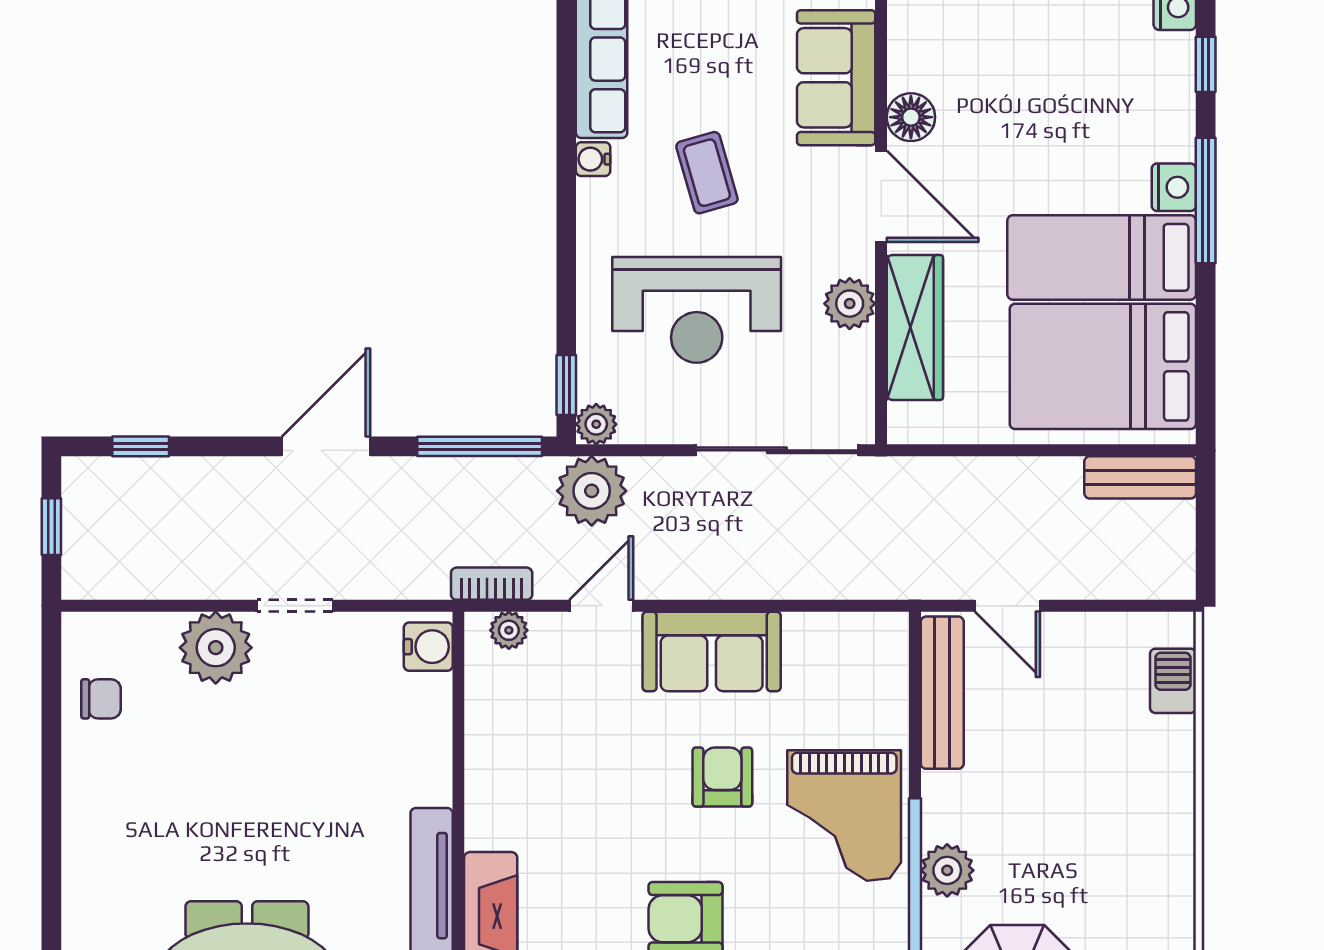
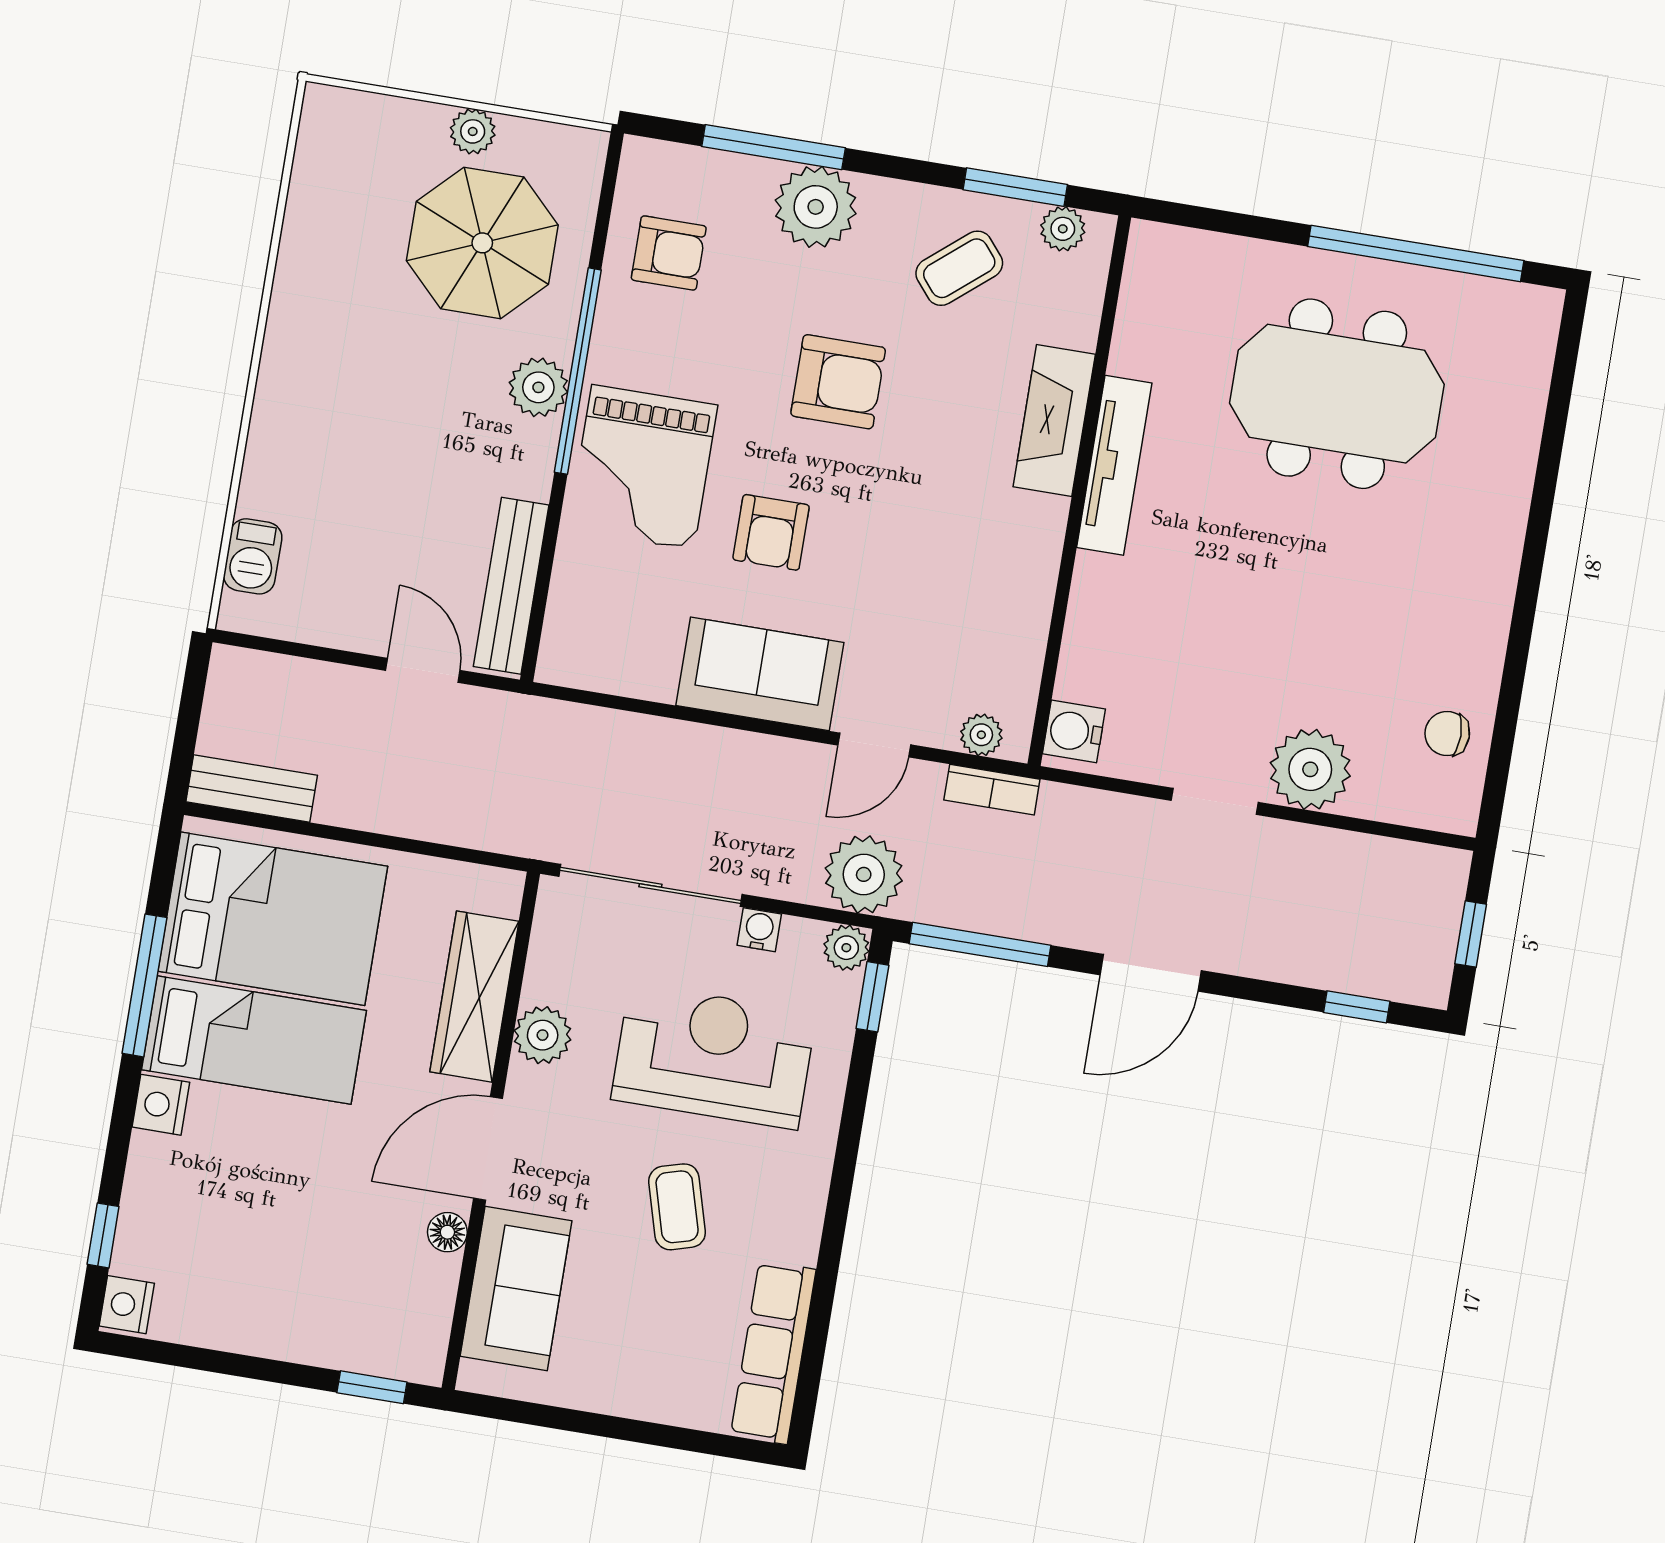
floor lamp: (911, 117) -> (447, 1232), width x0.73, depth x0.73
water cooler: (593, 159) -> (759, 930), moved, turned -90
door: (881, 196) -> (488, 1148), hinge flipped
window: (1206, 201) -> (144, 985), moved
grand piano: (844, 815) -> (643, 467), turned 180

